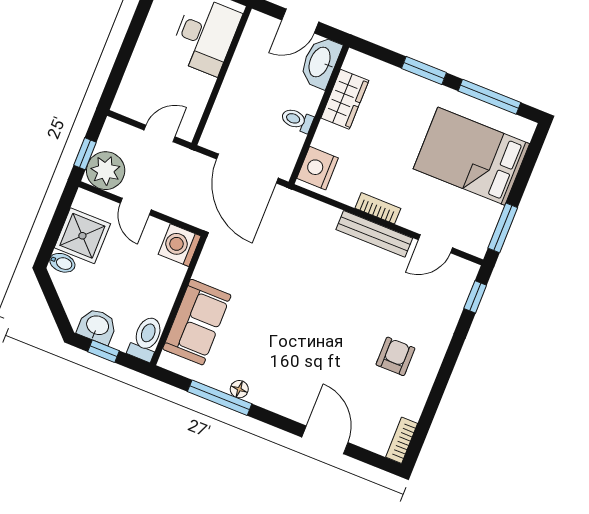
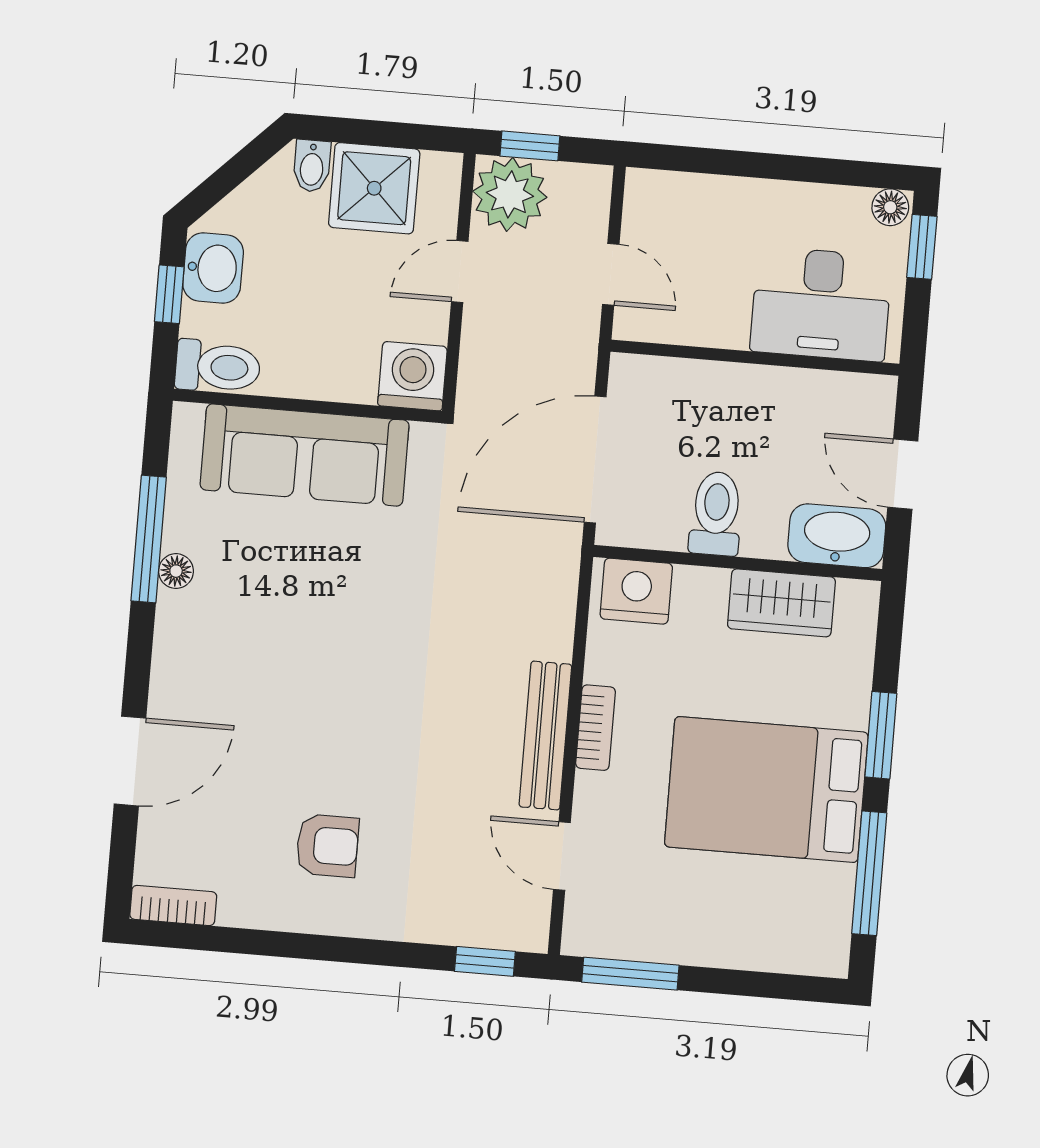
toilet: (297, 120) -> (716, 514), width x1.37, depth x1.39
bed: (471, 156) -> (766, 789), moved, turned -90
sofa: (197, 322) -> (305, 455), width x1.36

